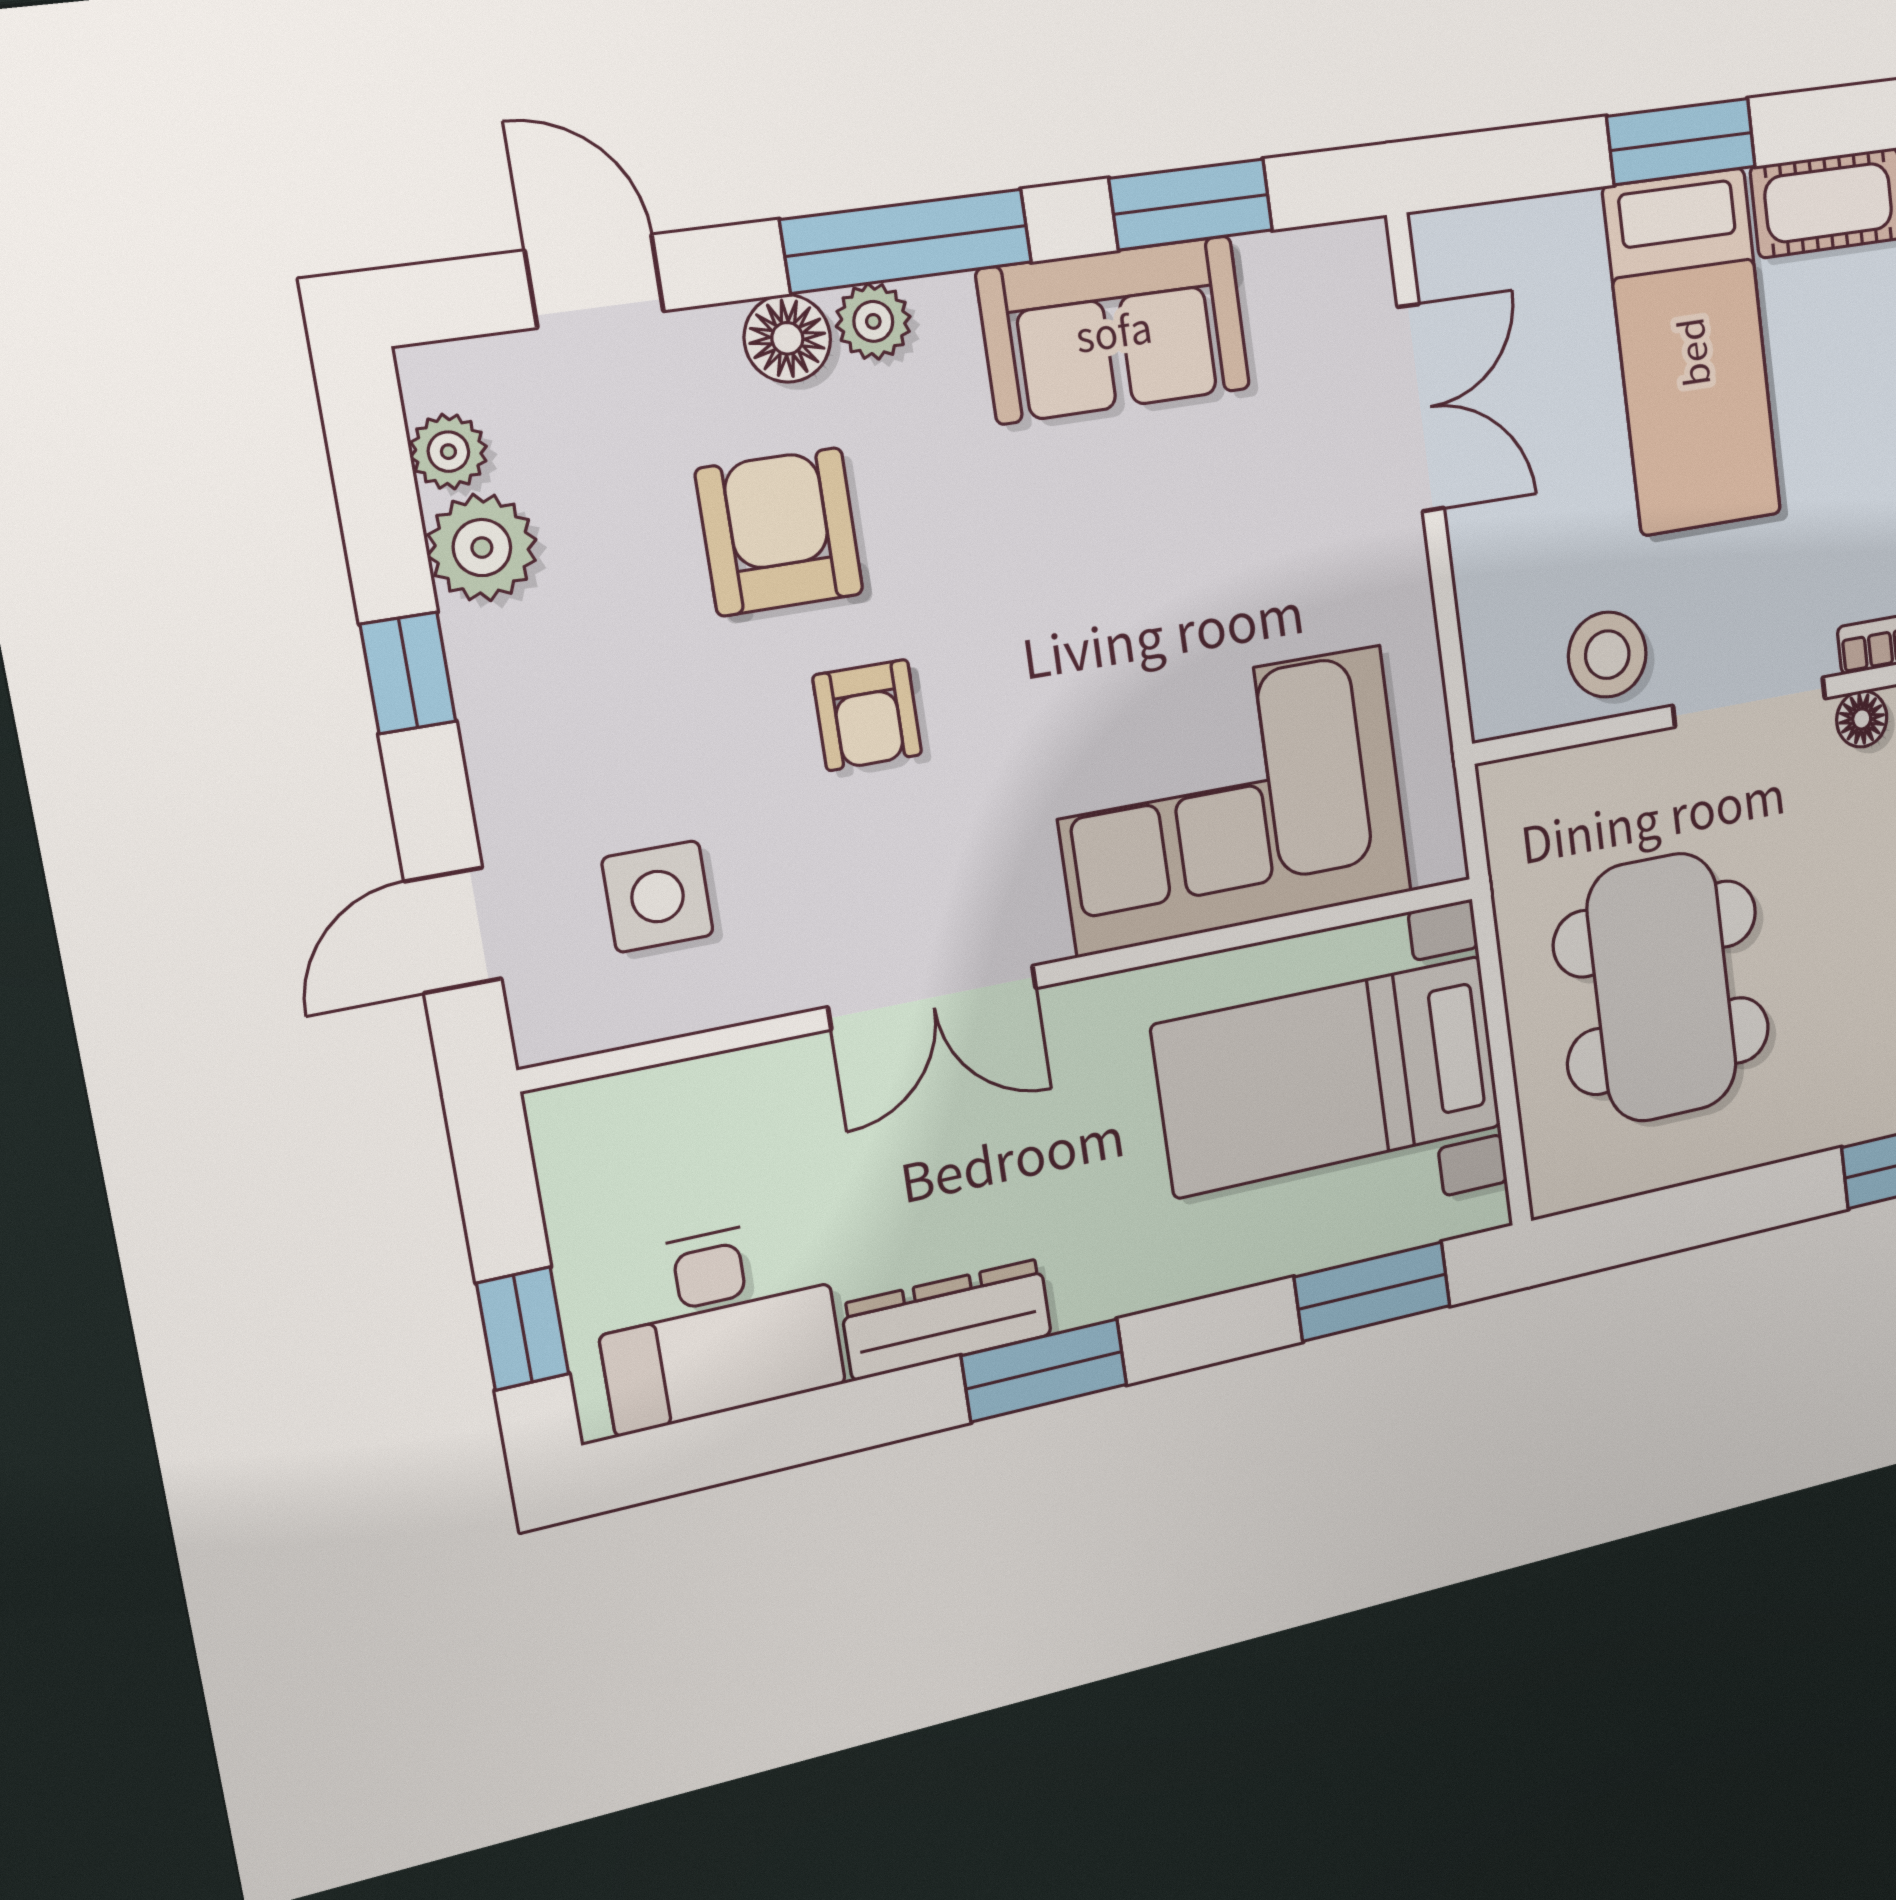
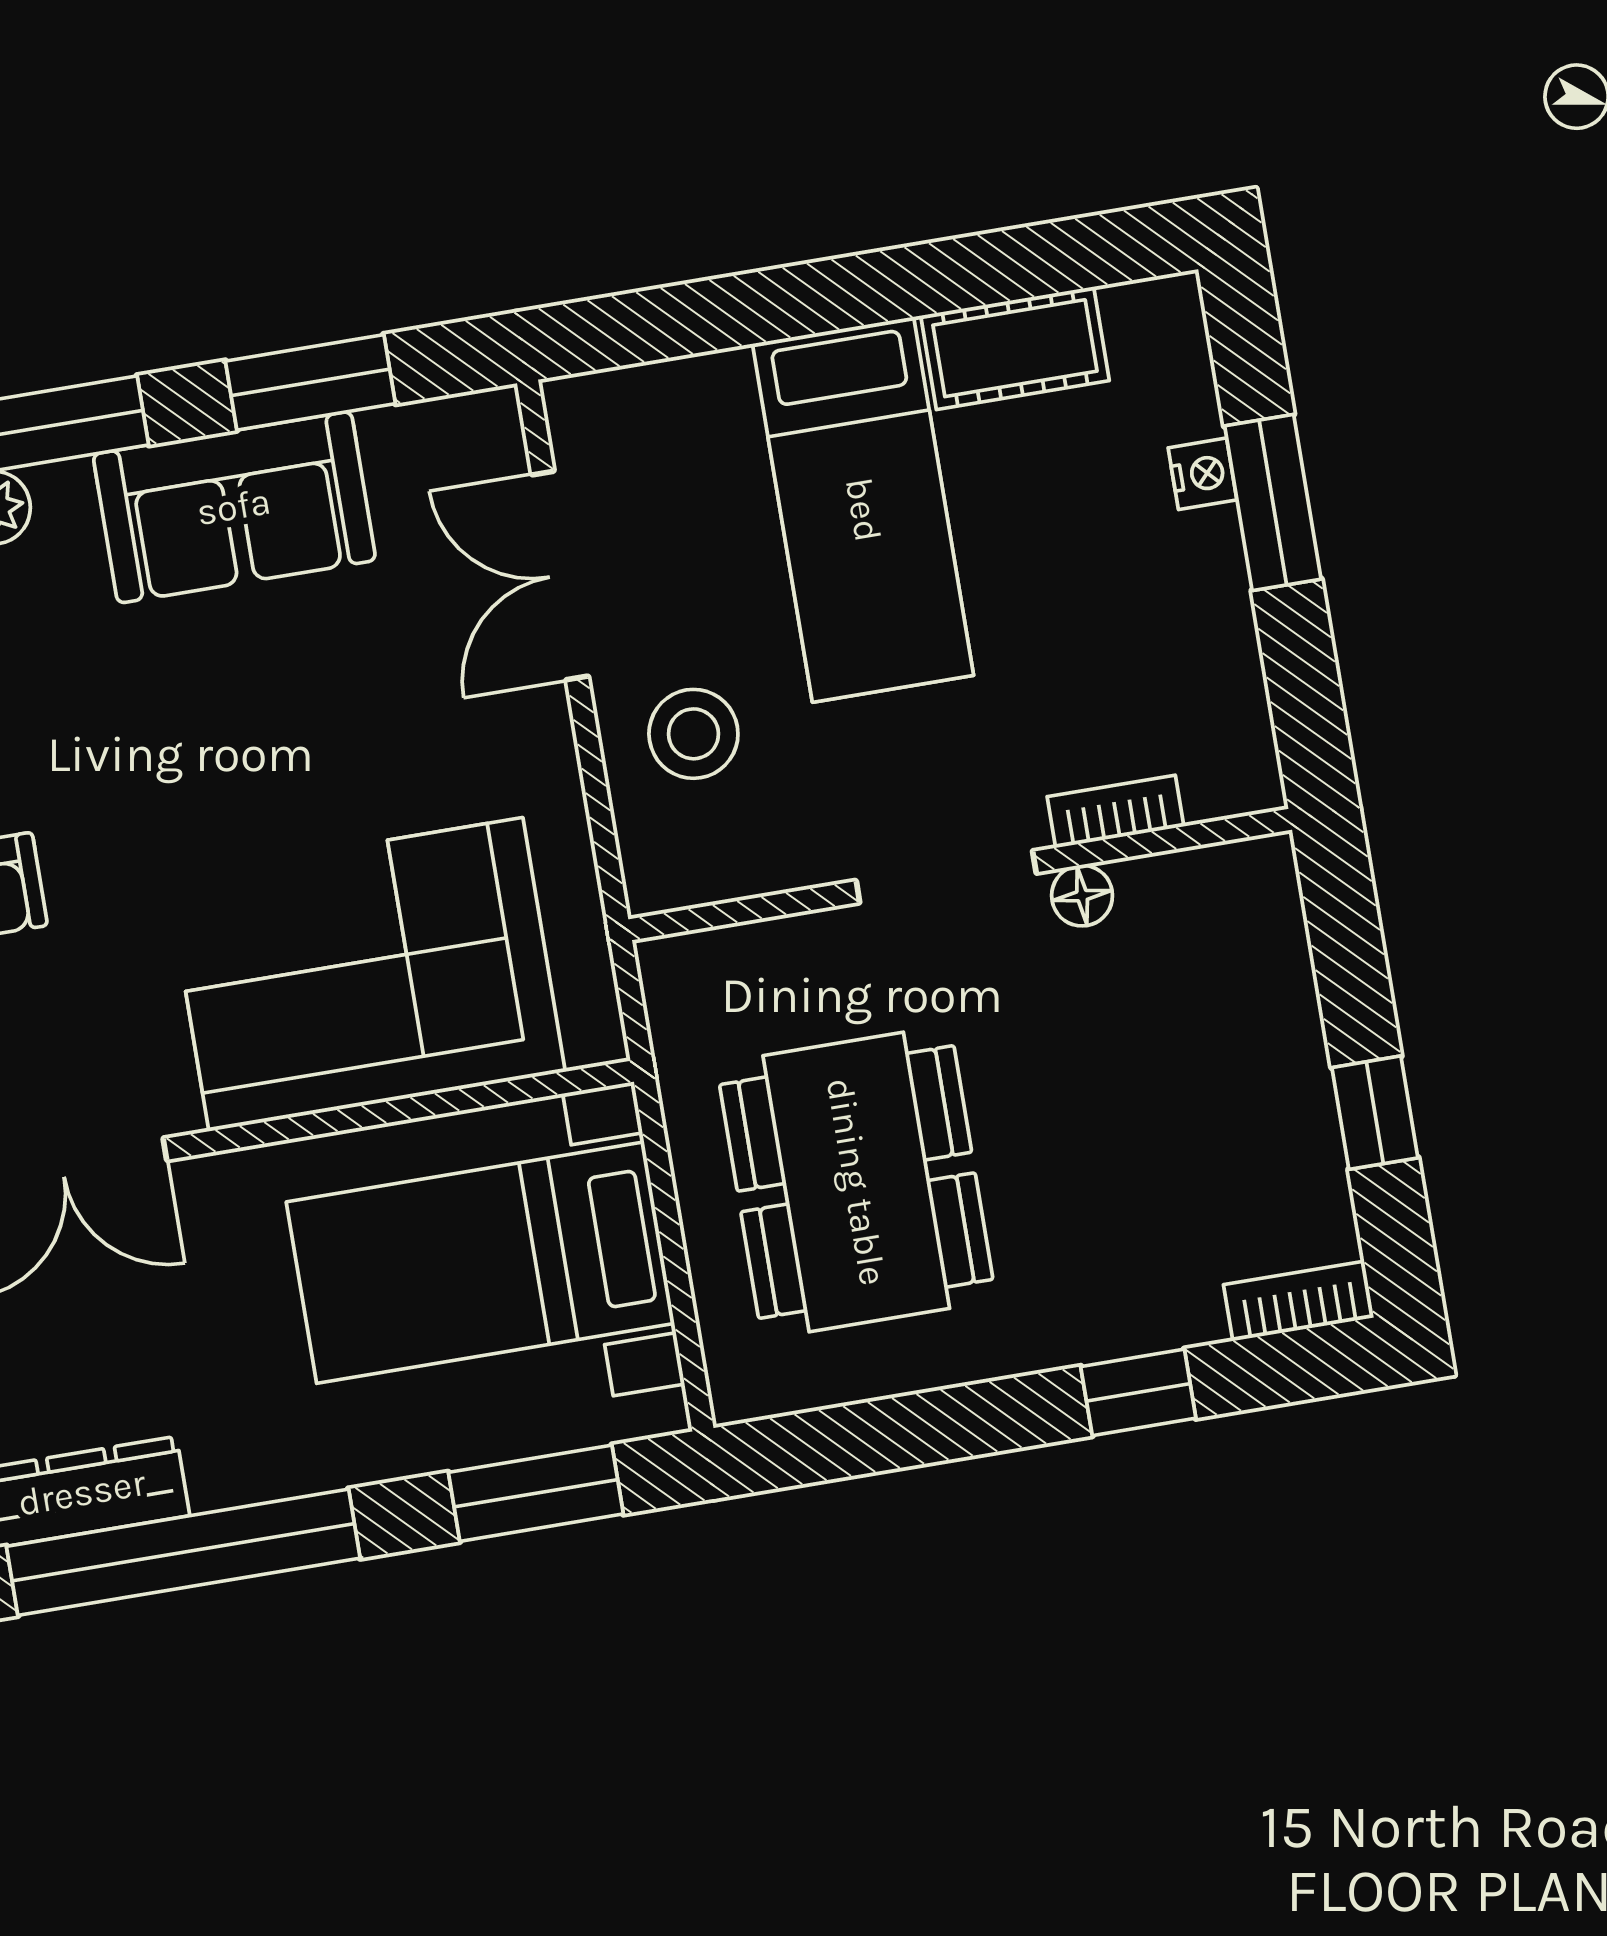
window: (1681, 141) -> (841, 294), removed
double door: (1421, 408) -> (560, 575), swing flipped
stool: (1607, 655) -> (693, 734), moved
window: (1044, 1370) -> (183, 1552), width x2.11

